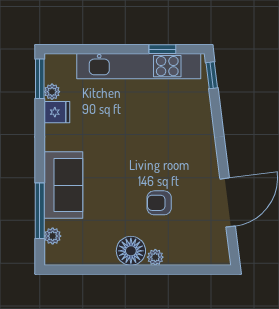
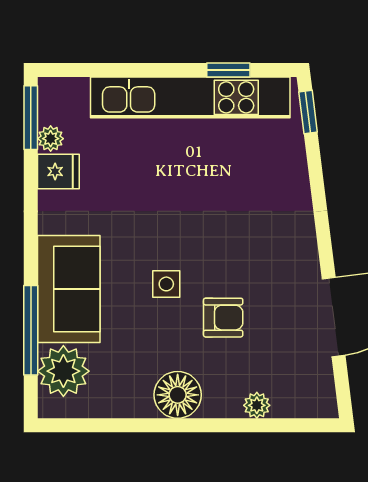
side table: (124, 182) -> (166, 284), added
armchair: (159, 203) -> (223, 318), turned 180
plant: (53, 236) -> (63, 371), width x1.88, depth x1.88
plant: (155, 257) -> (257, 405), moved

